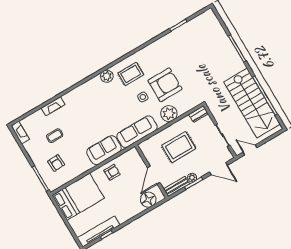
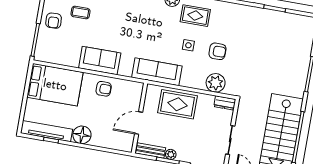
armchair: (165, 85) -> (217, 51), width x0.53, depth x0.53
plant: (169, 114) -> (216, 83), moved
rug: (179, 147) -> (178, 104), moved
sofa: (104, 150) -> (100, 61), moved
armchair: (56, 163) -> (54, 21), moved
floor lamp: (148, 200) -> (82, 135), moved

